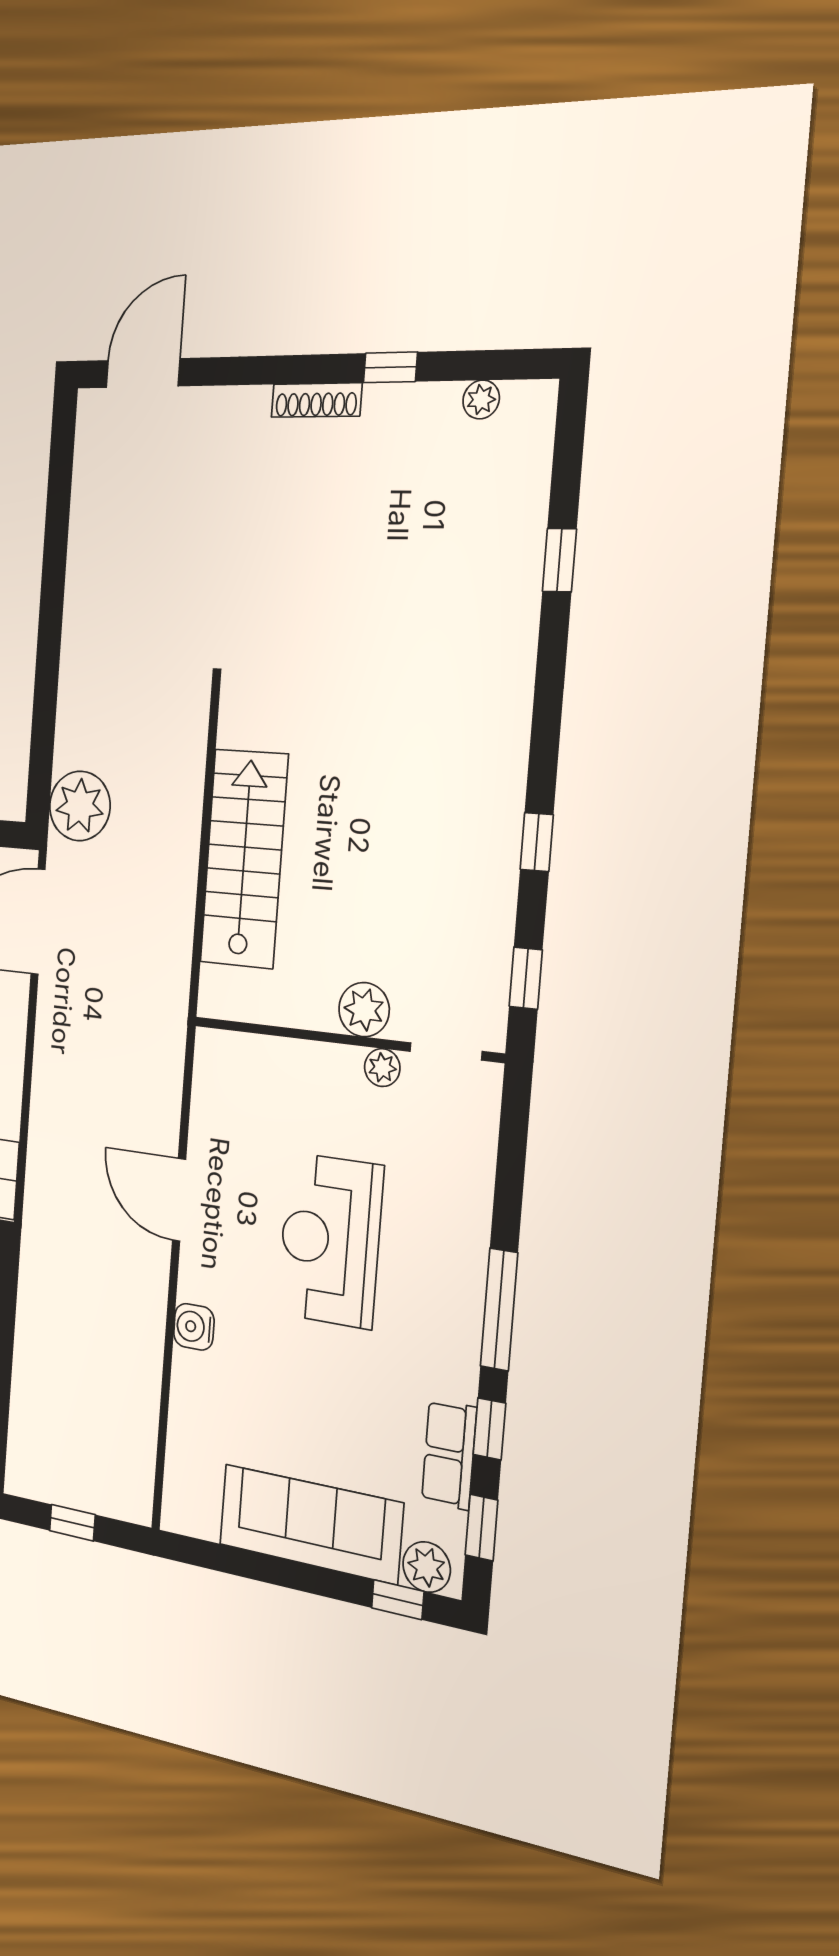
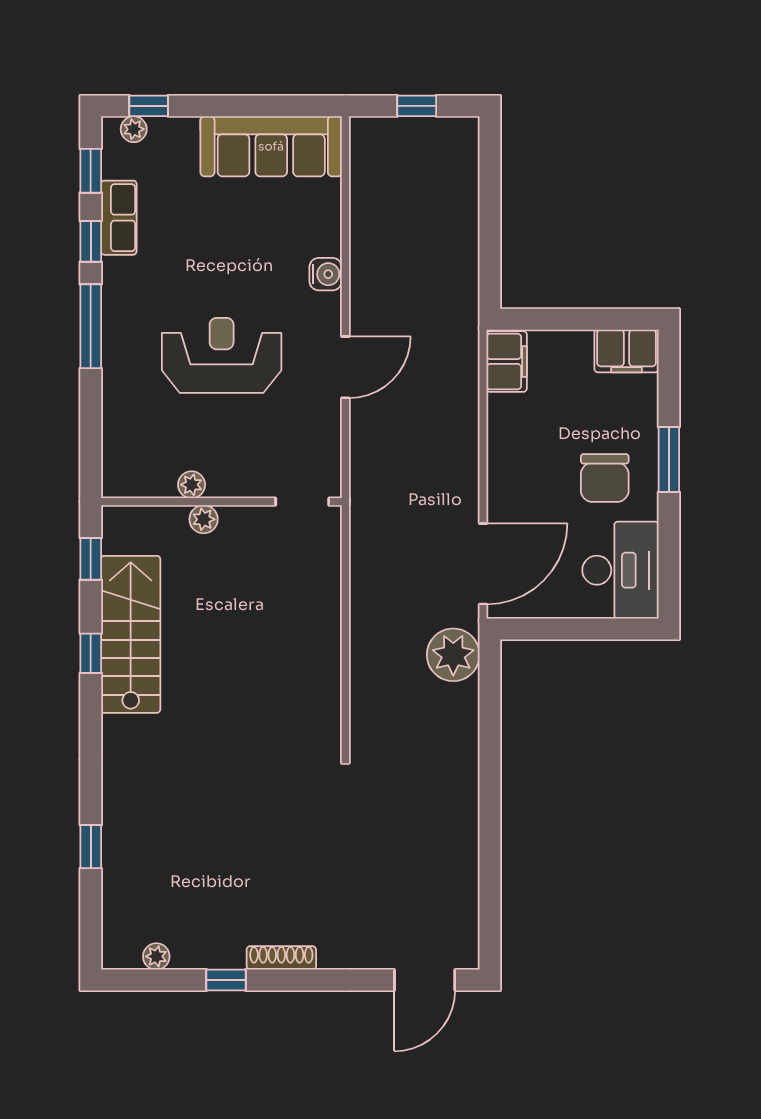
stairs: (244, 859) -> (131, 634), moved, turned 180
plant: (364, 1010) -> (204, 519), width x0.73, depth x0.73
doorway: (446, 1051) -> (302, 502), moved
door: (179, 1200) -> (345, 367), hinge flipped
reception desk: (330, 1240) -> (222, 355), turned -90
sofa: (310, 1524) -> (271, 146), moved
plant: (427, 1567) -> (134, 129), width x0.73, depth x0.73

